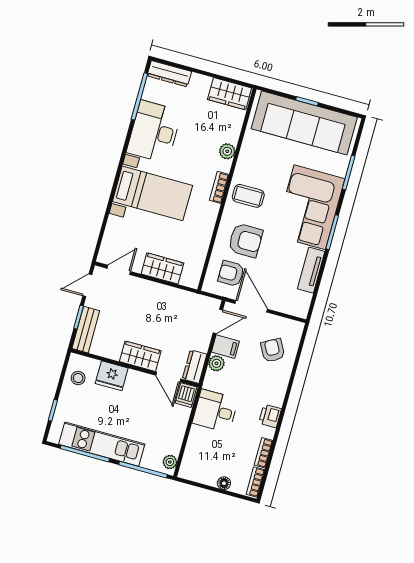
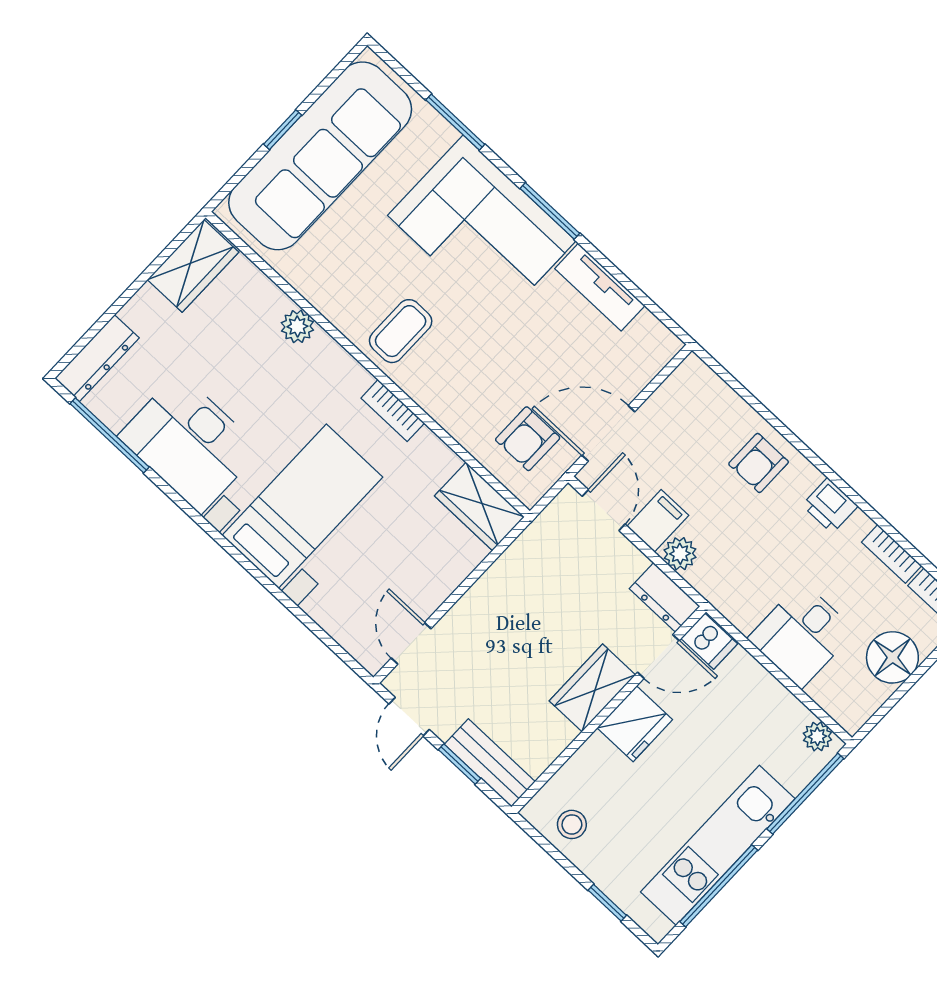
bookcase: (219, 187) -> (393, 411), moved
armchair: (245, 240) -> (480, 380), removed
wardrobe: (162, 268) -> (479, 506), moved, turned -90
armchair: (273, 350) -> (759, 463), moved, turned -61
fridge: (112, 376) -> (635, 724), moved
desk: (215, 411) -> (802, 635), moved
floor lamp: (224, 483) -> (892, 657), width x1.89, depth x1.89

